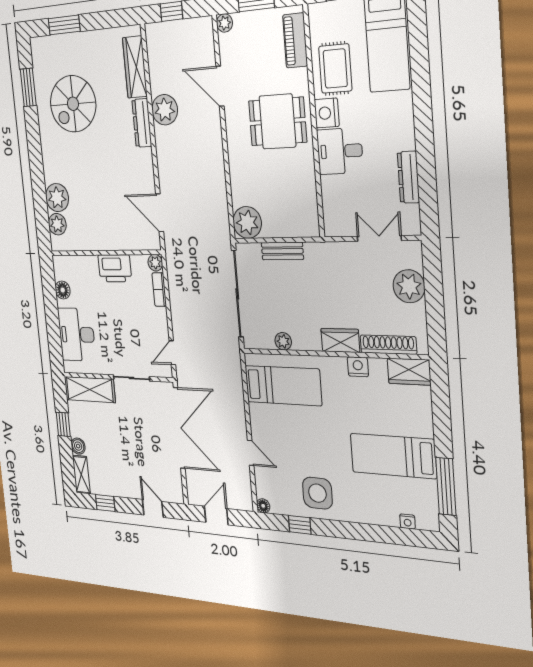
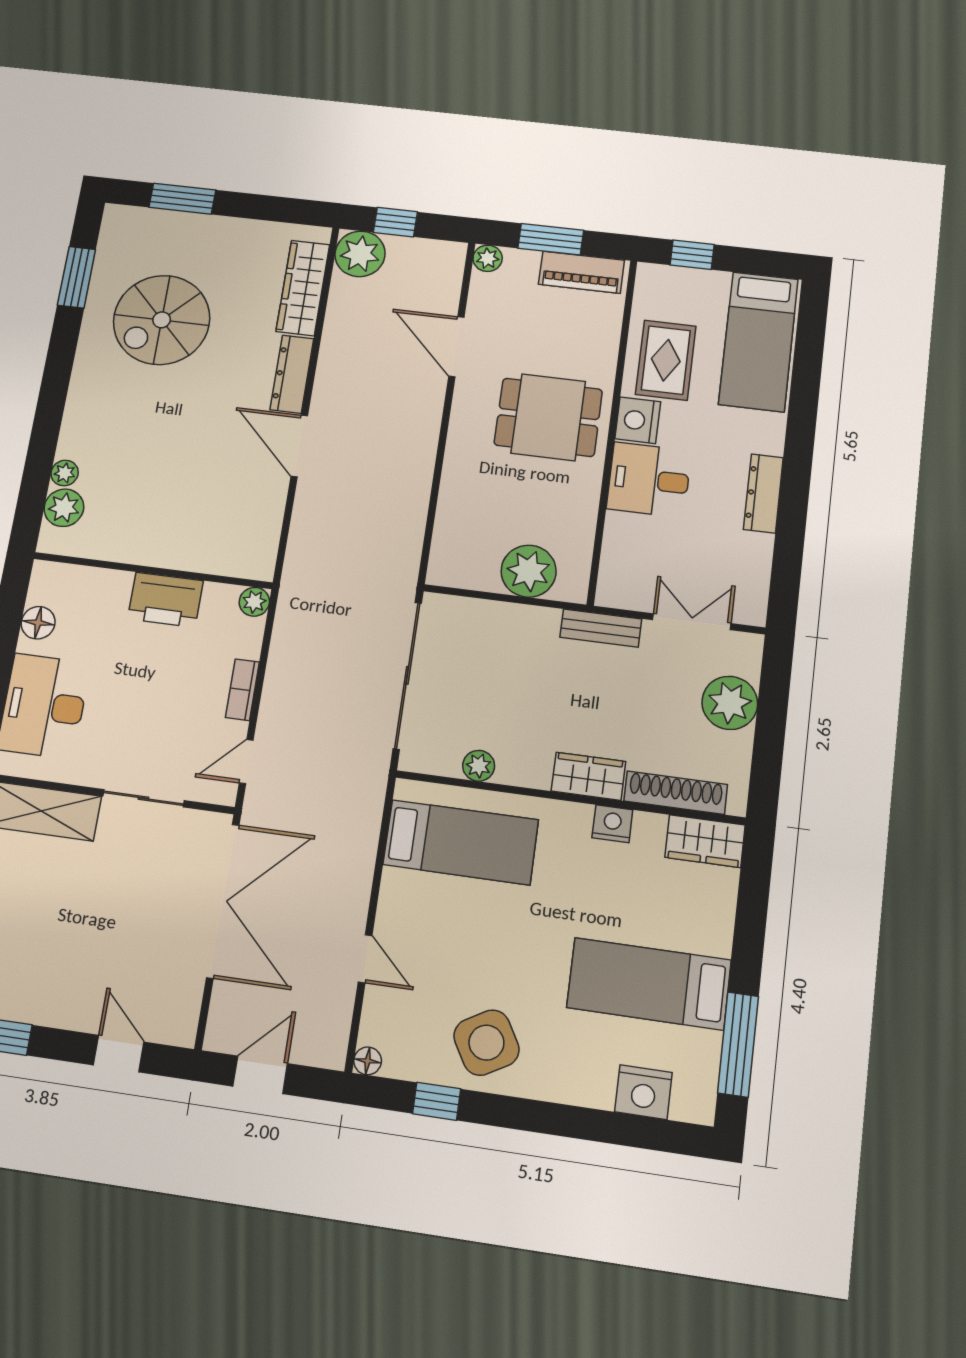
piano: (295, 40) -> (581, 272), moved, turned -90
plant: (165, 110) -> (360, 254), moved
dresser: (408, 177) -> (763, 493), moved
plant: (57, 198) -> (65, 473), width x0.53, depth x0.53
door: (160, 213) -> (299, 446), moved
plant: (247, 222) -> (529, 571), moved
bench: (282, 251) -> (601, 628), moved
bookcase: (159, 290) -> (242, 690), moved
side table: (317, 493) -> (486, 1043), turned -30
nightstand: (408, 522) -> (643, 1092), width x1.89, depth x1.79

